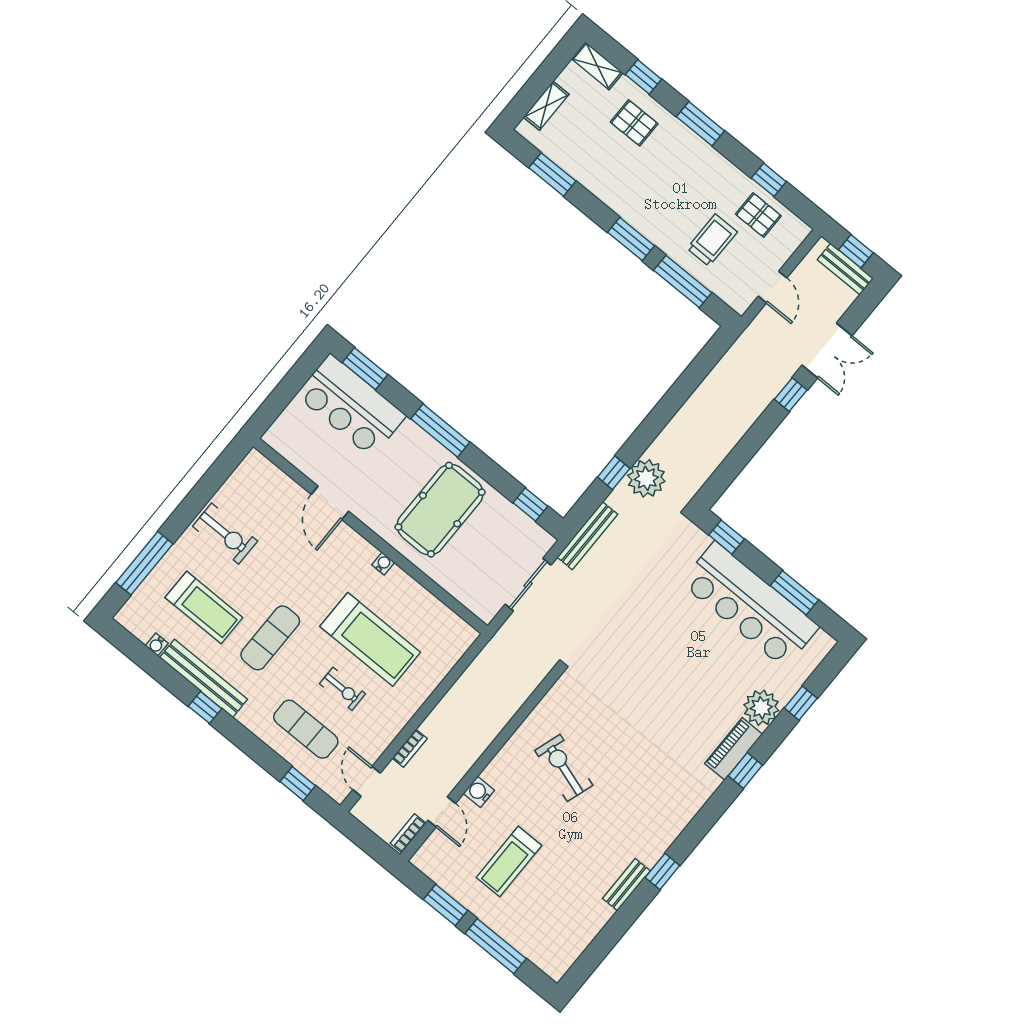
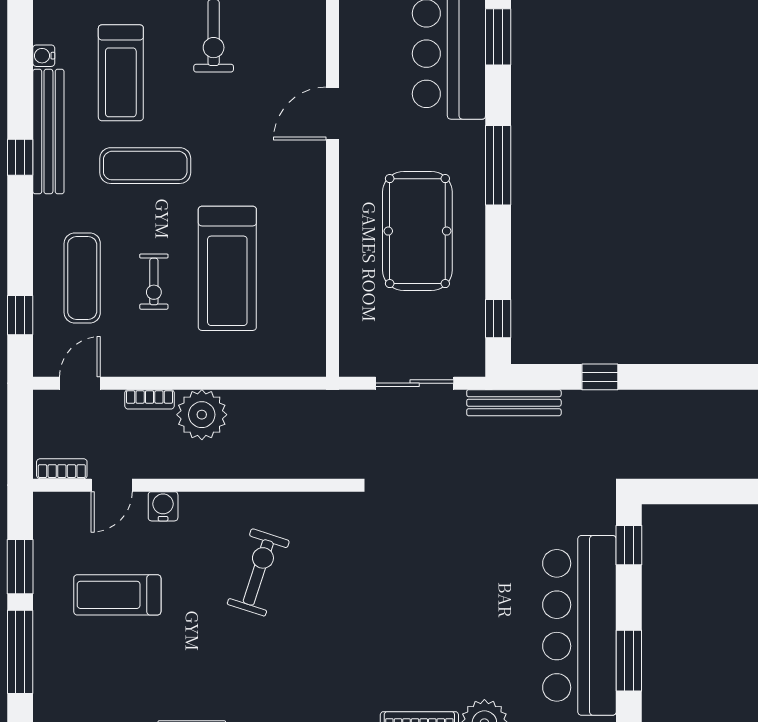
plant: (646, 478) -> (202, 415), moved
pool table: (440, 510) -> (417, 231), turned 90
water cooler: (383, 563) -> (315, 218), removed

